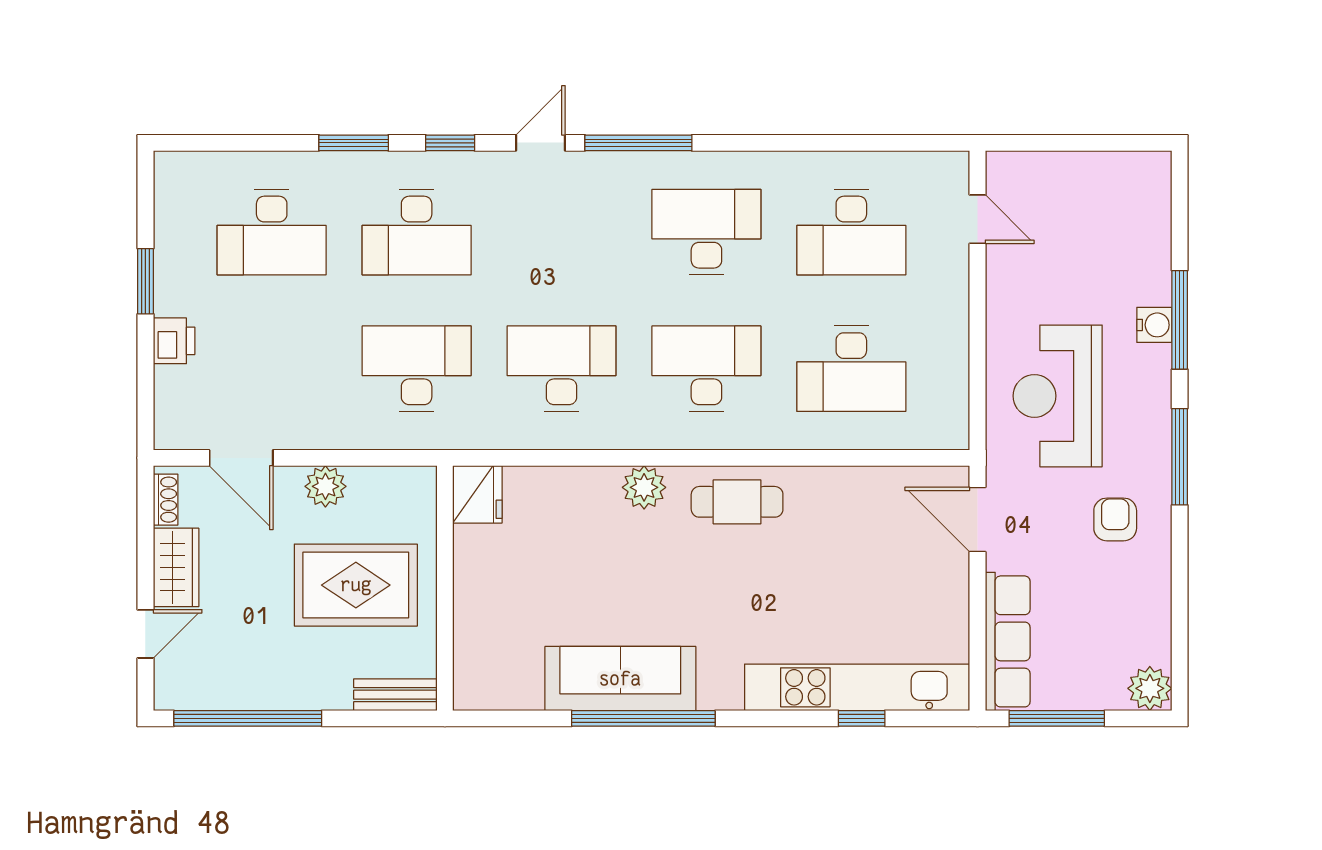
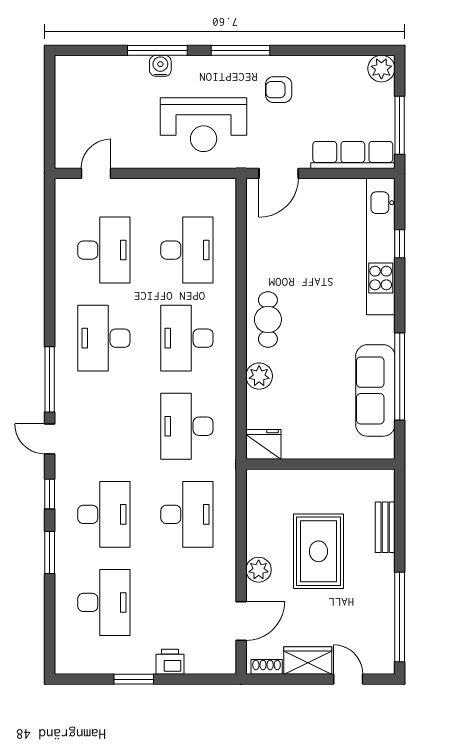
desk: (417, 369) -> (187, 514), turned 180
fridge: (477, 494) -> (263, 444), moved
wall: (445, 588) -> (320, 464), moved

